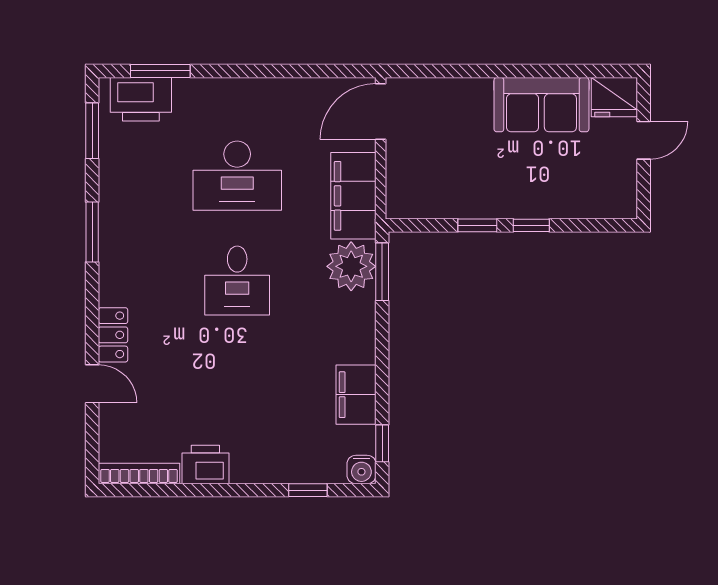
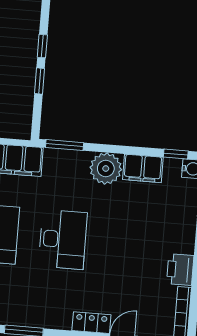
plant: (351, 266) -> (106, 169), moved
desk: (237, 281) -> (63, 239), width x1.37

